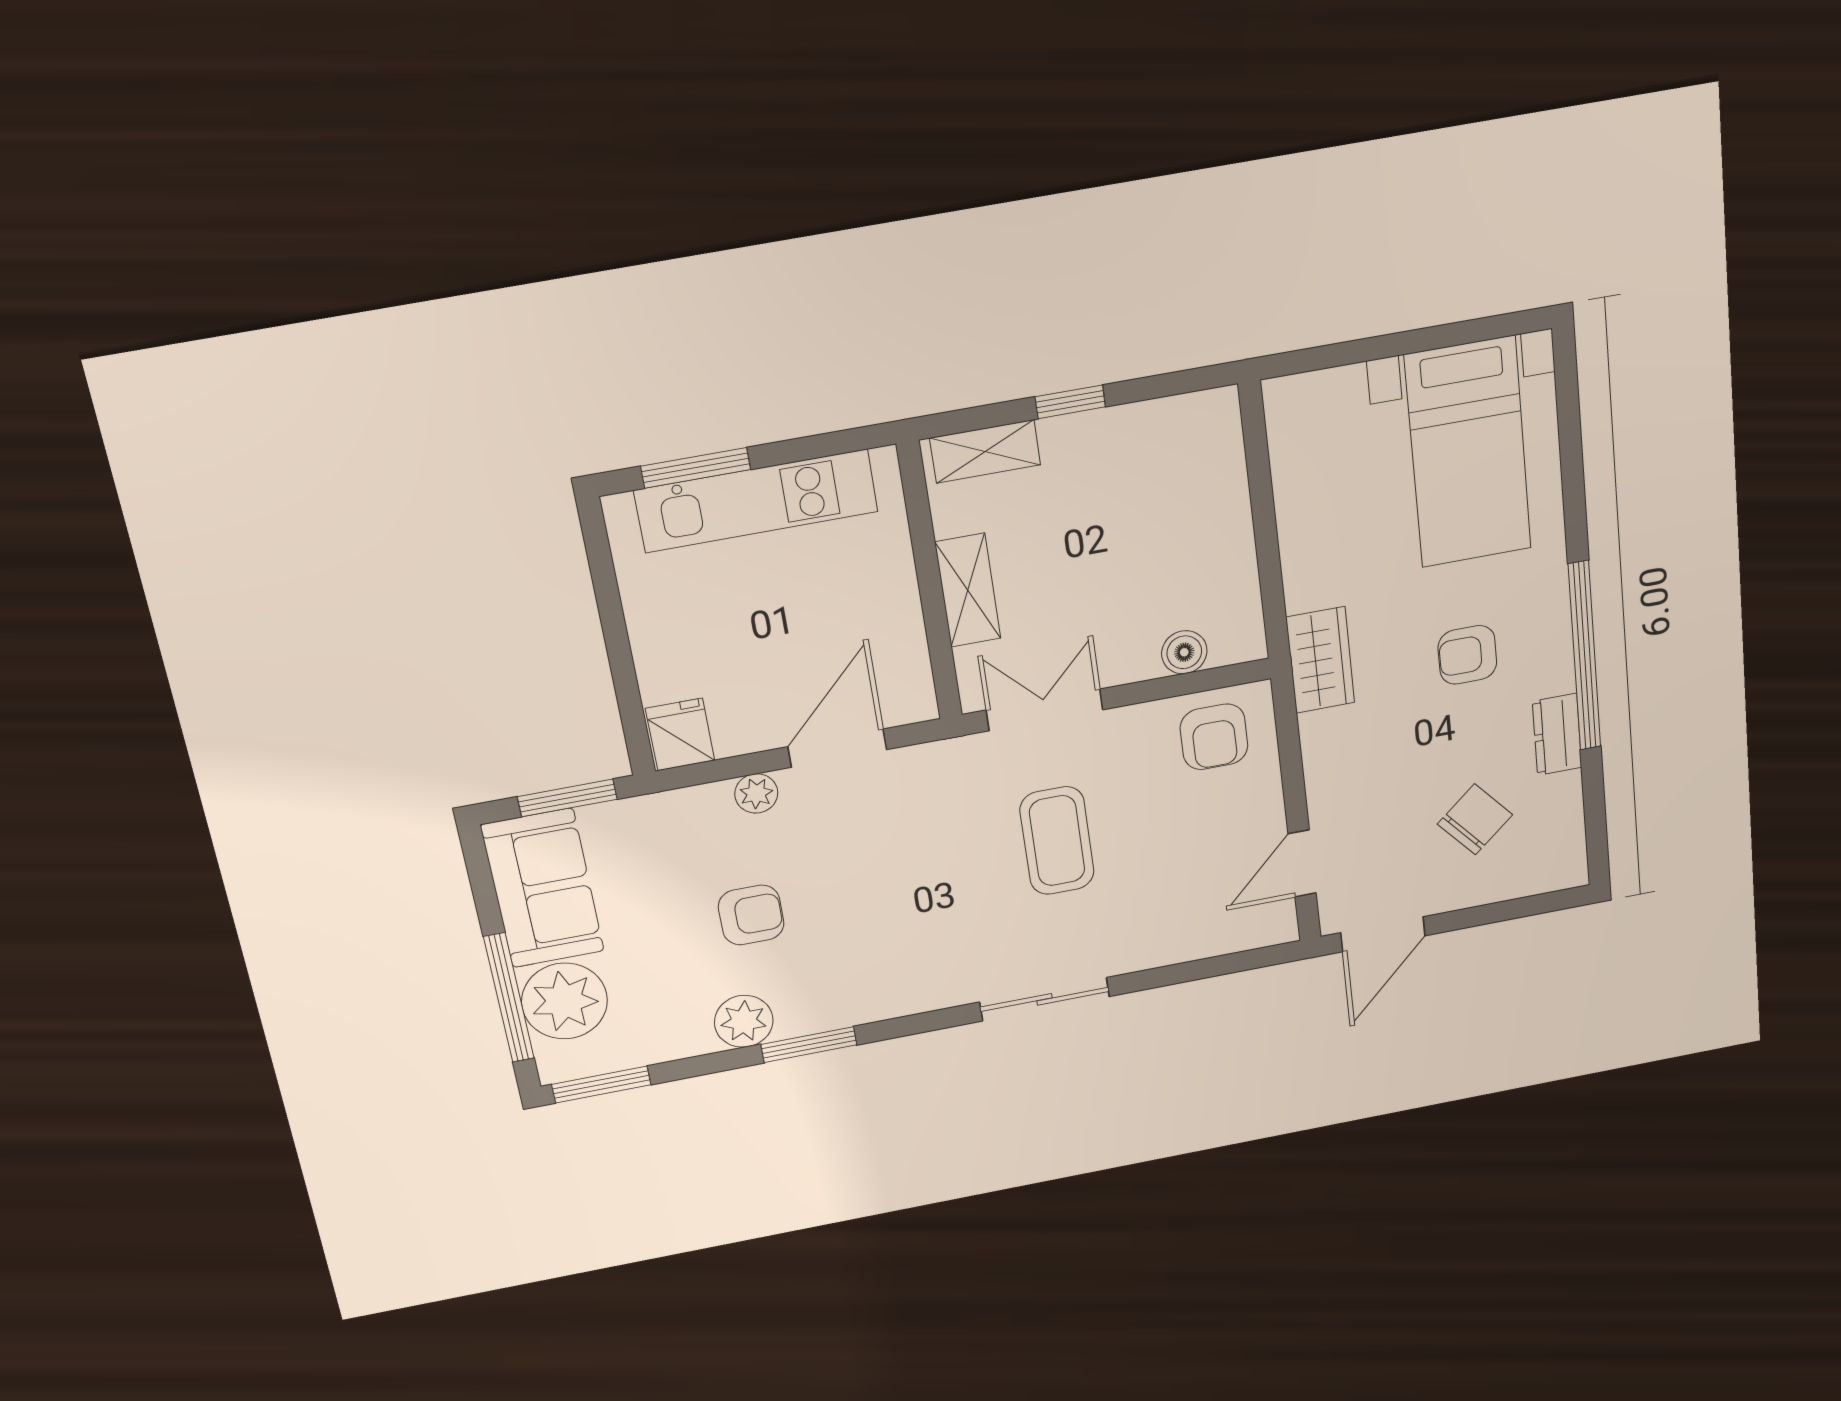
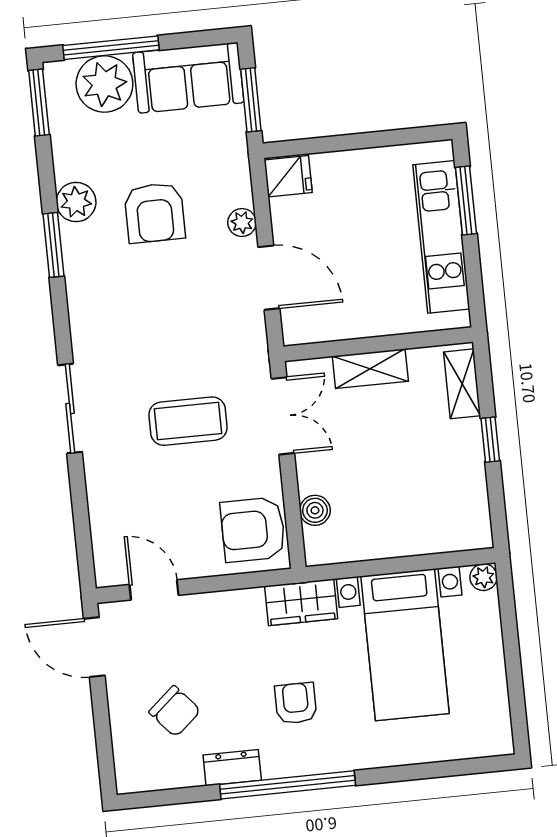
plant: (1283, 396) -> (484, 577), added
bed with nightstands: (1468, 452) -> (405, 645), moved, turned -90
armchair: (1214, 737) -> (253, 530), width x1.38, depth x1.38
armchair: (751, 915) -> (155, 213), width x1.38, depth x1.38

